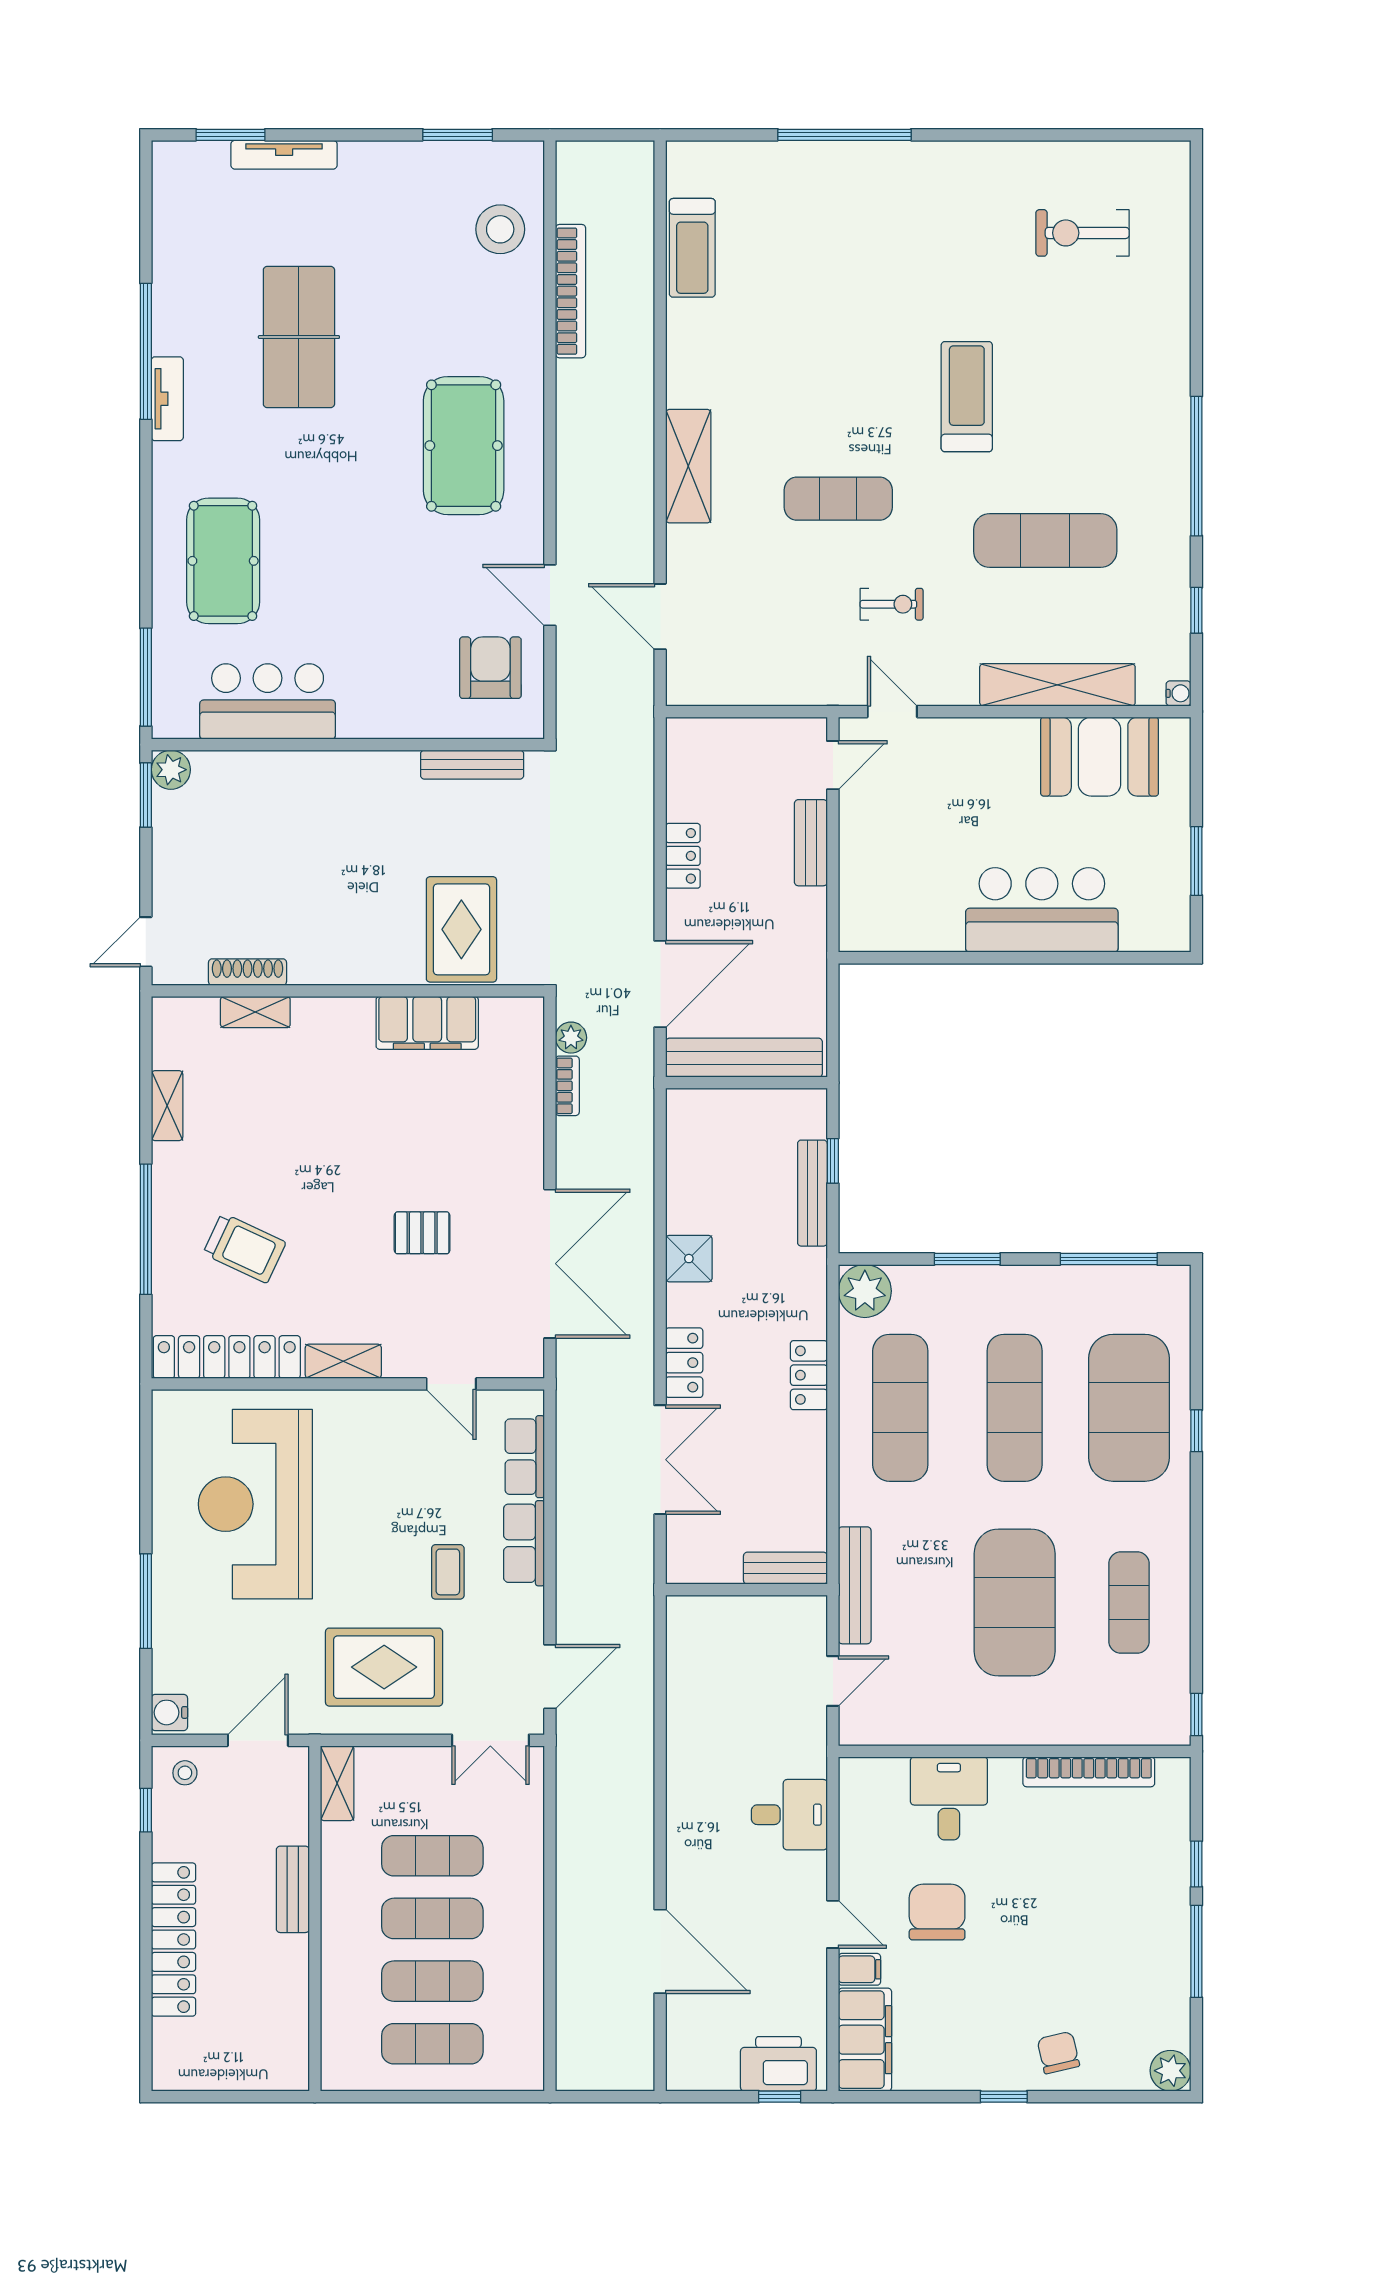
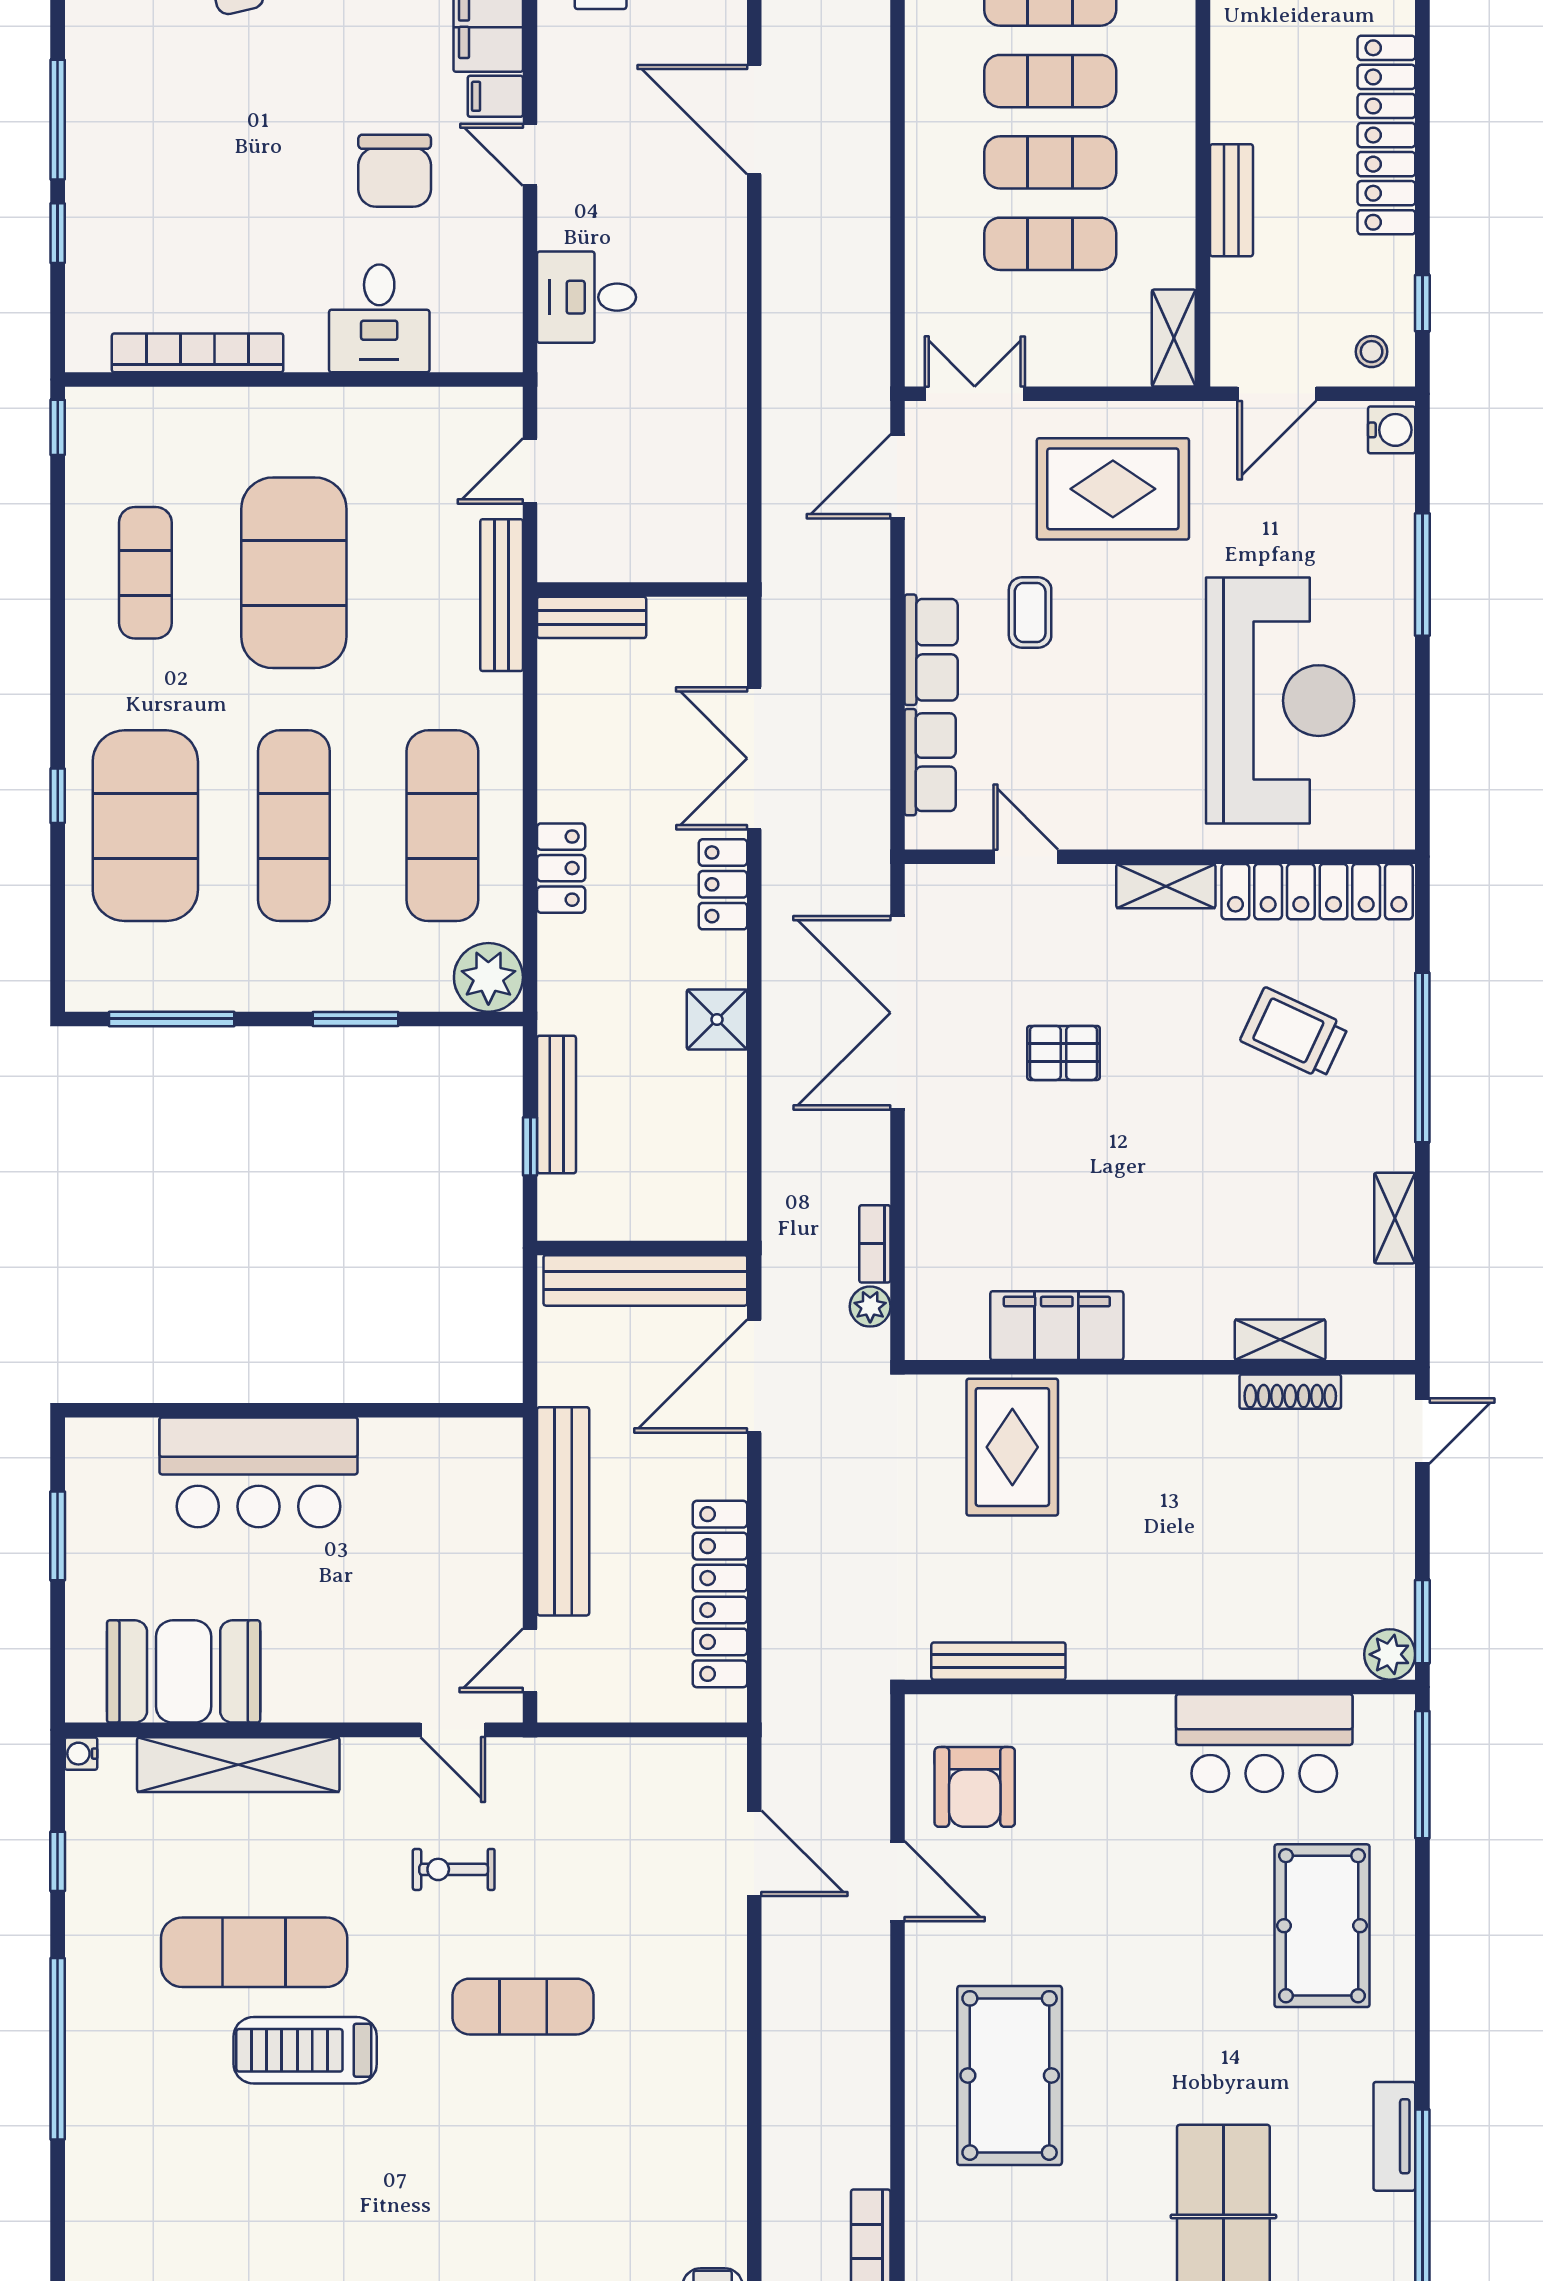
treadmill: (967, 397) -> (305, 2050), moved, turned 90
shelving: (688, 466) -> (718, 2049), removed
bench: (811, 843) -> (563, 1511), width x1.86, depth x1.21
locker: (683, 856) -> (720, 1594), width x2.16, depth x1.21

